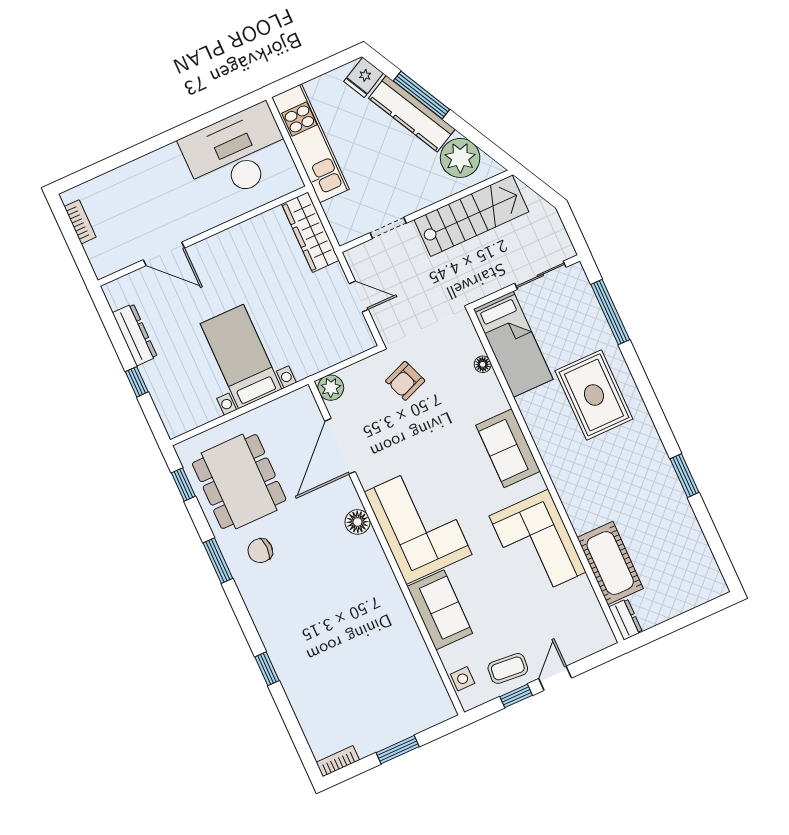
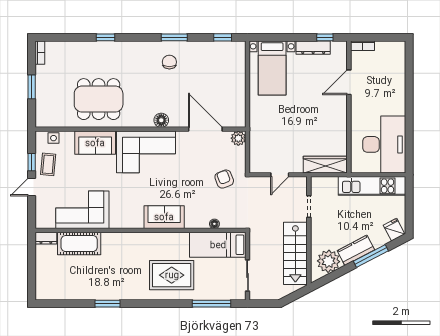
kitchen counter: (412, 114) -> (356, 250), width x0.67
bookcase: (80, 222) -> (362, 46), moved
bed with nightstands: (241, 356) -> (272, 68), moved, turned 90
window: (137, 382) -> (325, 37), moved
dining table: (239, 482) -> (99, 99), moved
corner sofa: (538, 544) -> (82, 210), moved
door: (555, 678) -> (32, 187), swing flipped

